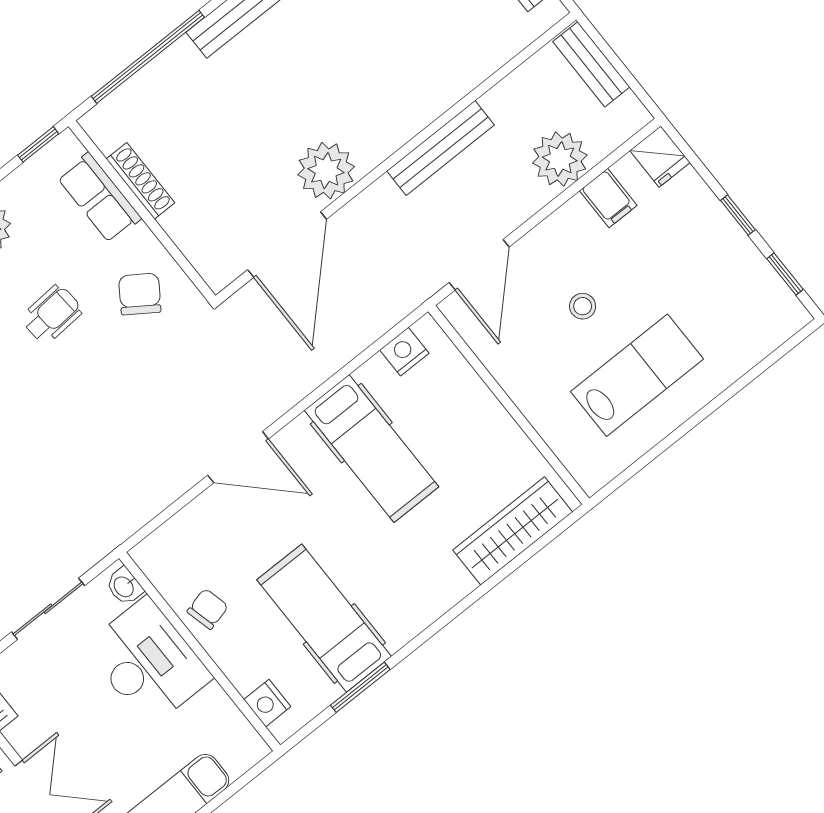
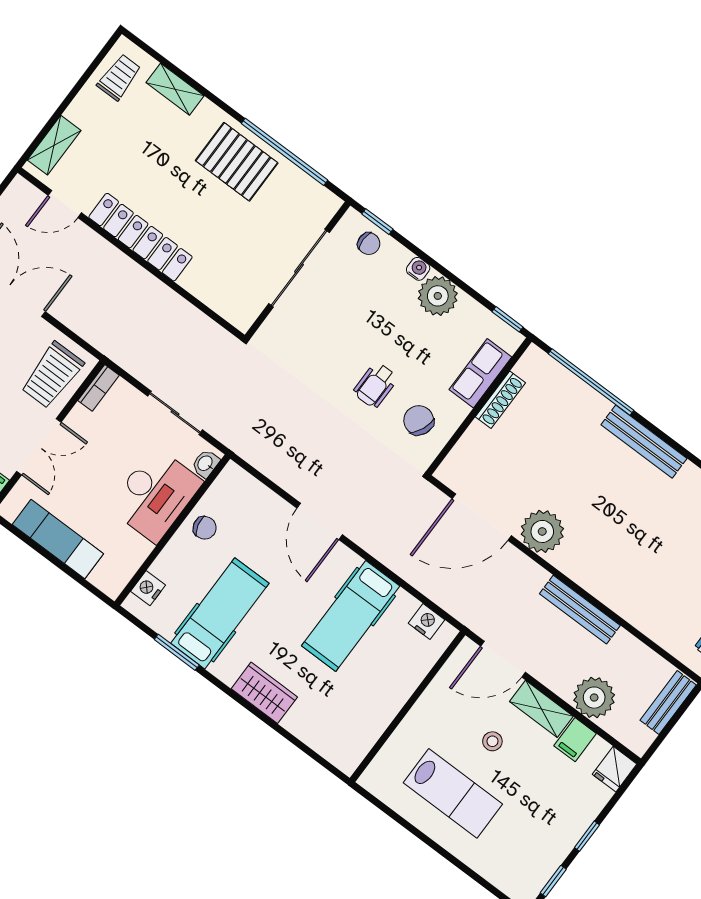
shelving: (557, 232) -> (541, 709), added
chair: (140, 294) -> (419, 420), turned -101
wheelchair: (52, 314) -> (375, 385), moved, turned 94
wardrobe: (513, 531) -> (264, 693), moved, width x0.67

